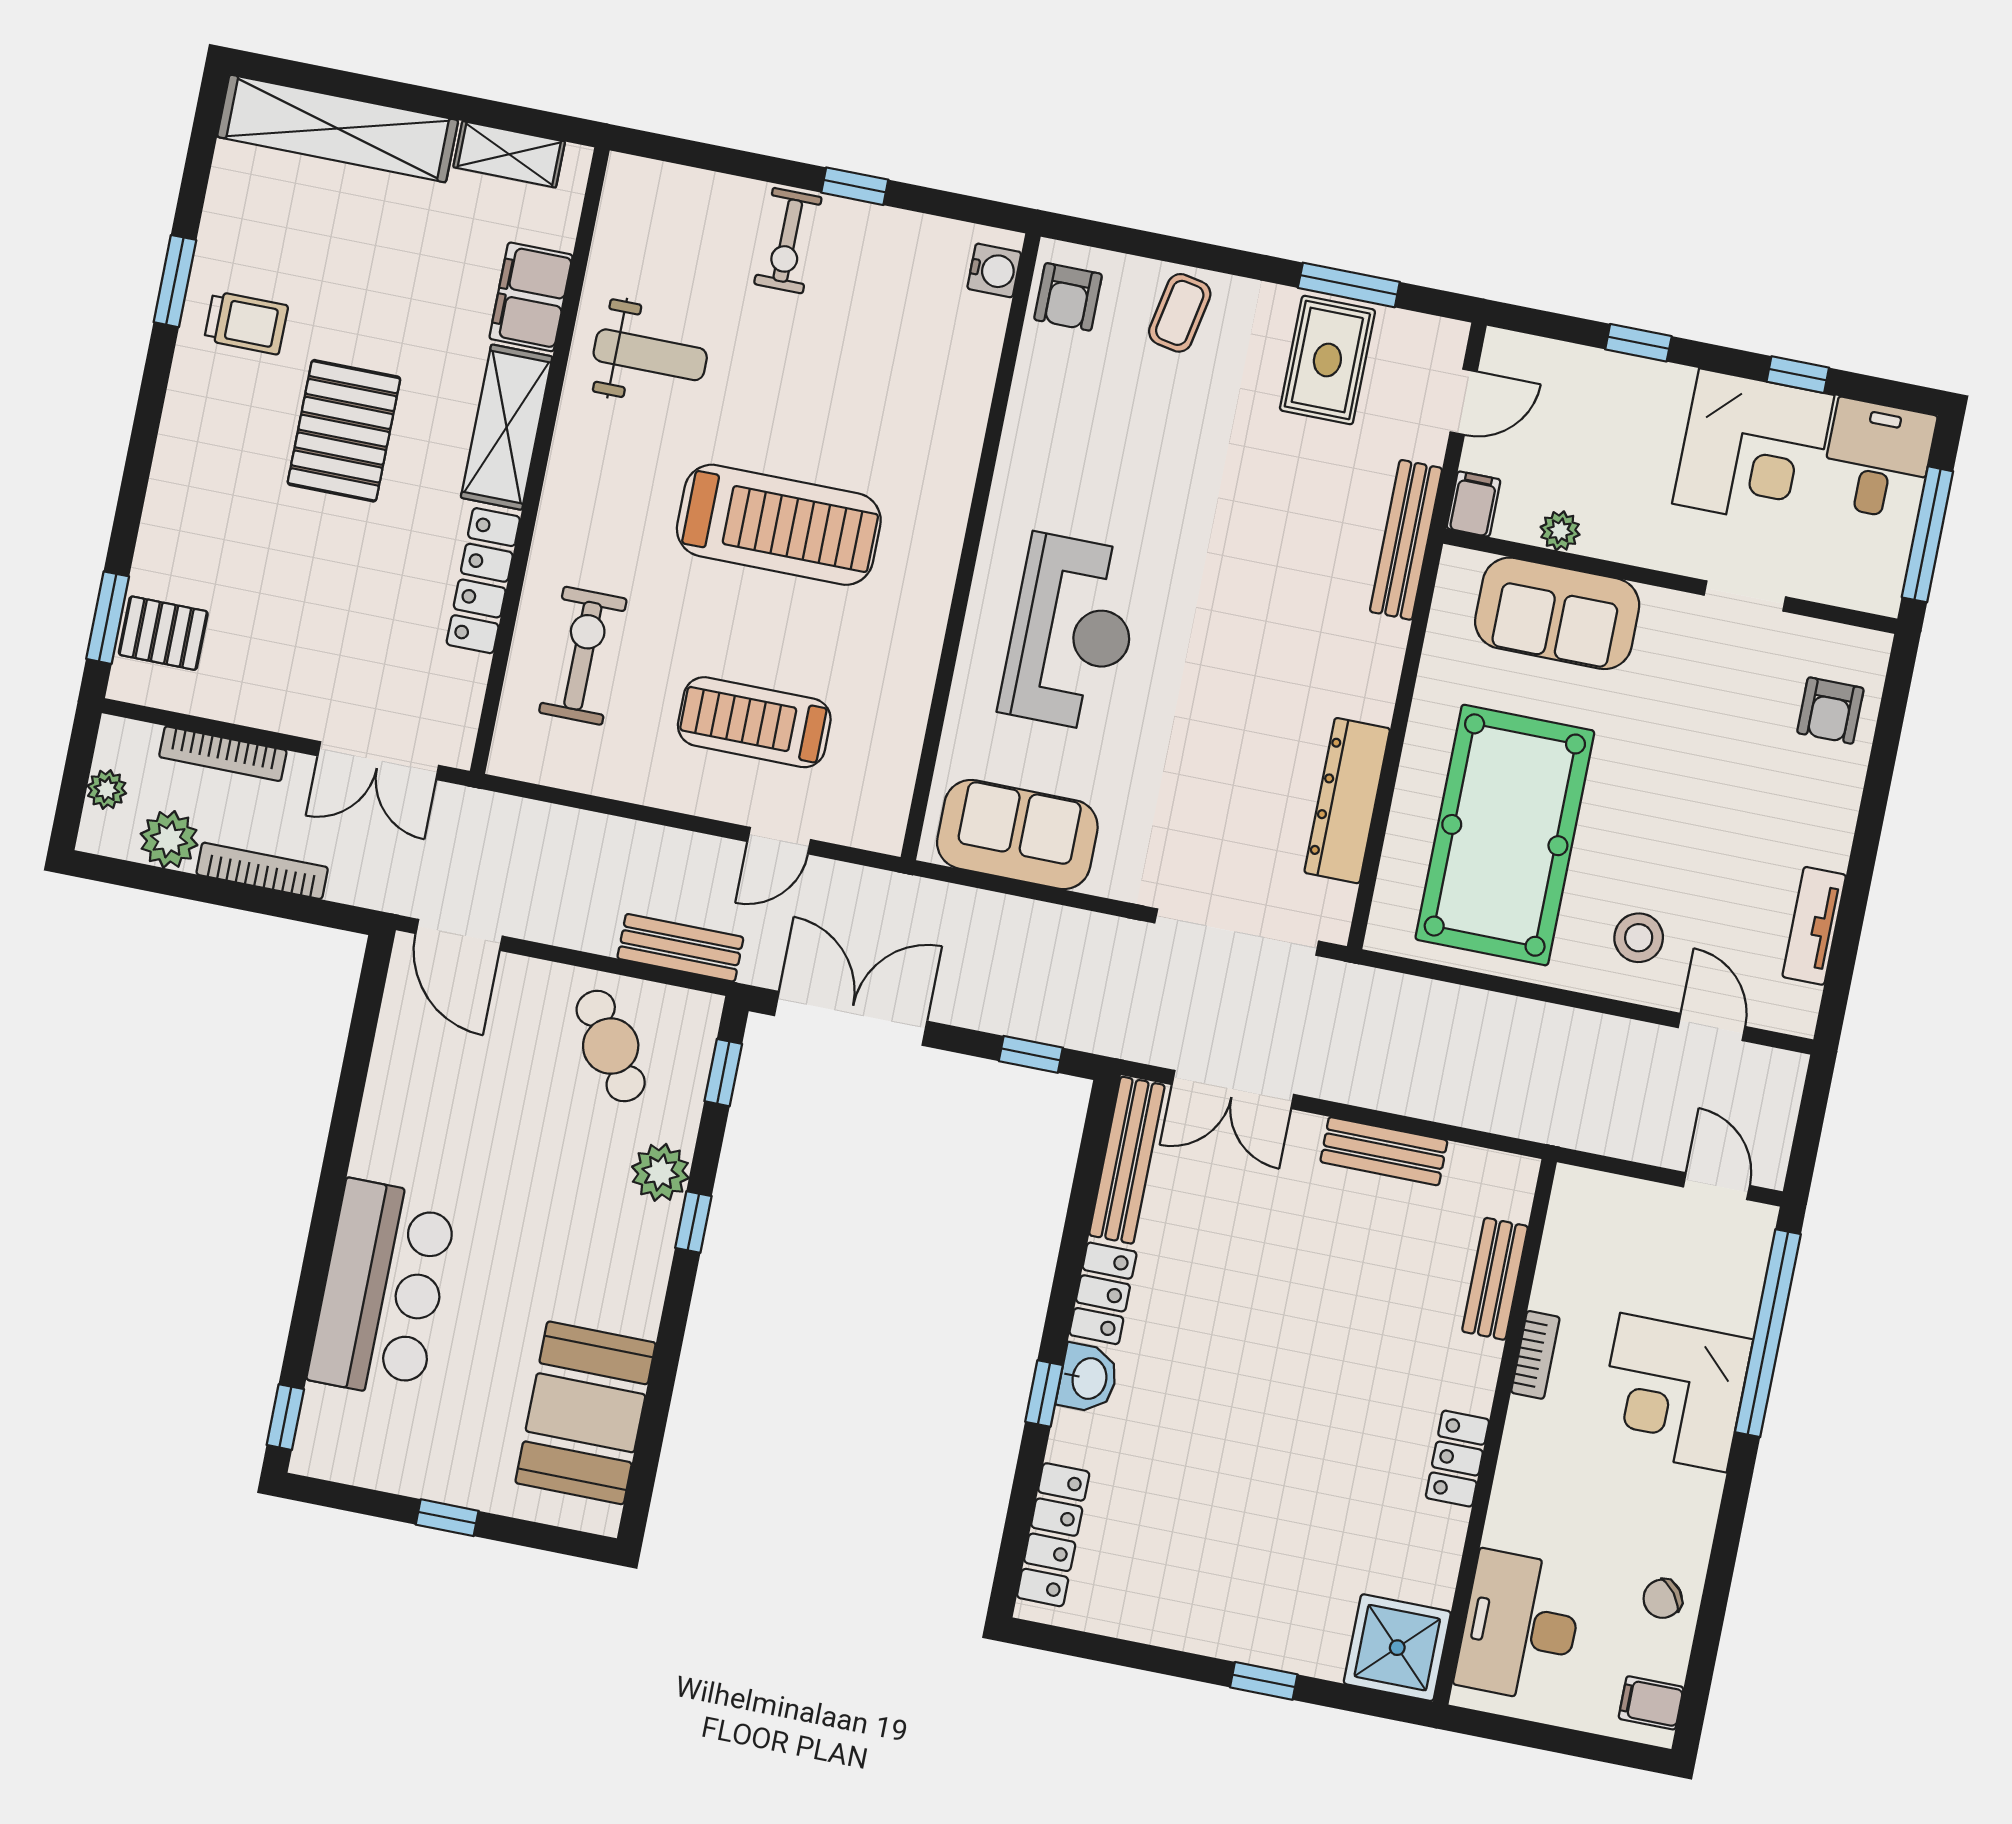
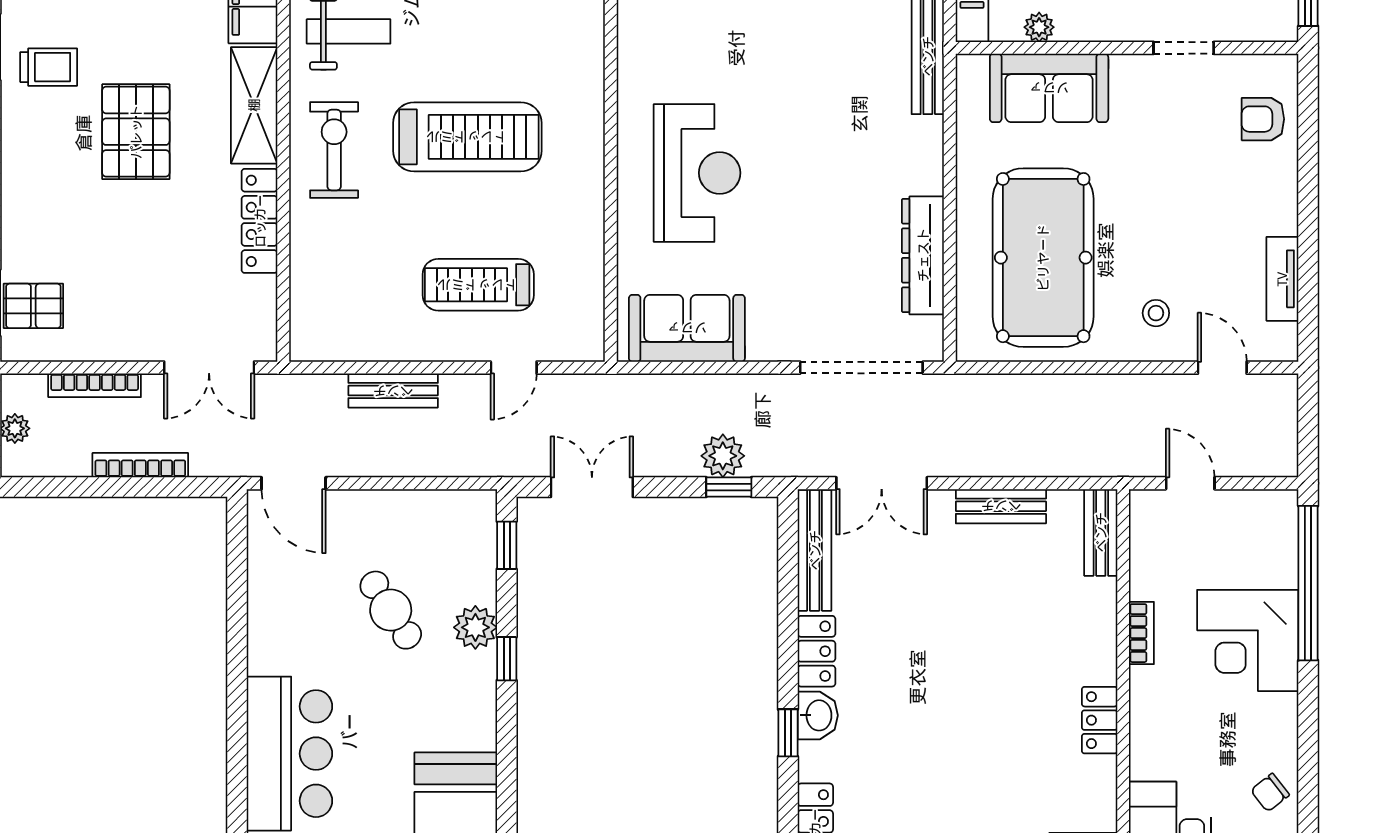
exercise bike: (583, 656) -> (334, 150), moved
armchair: (1830, 711) -> (1263, 119), turned 90
plant: (169, 839) -> (723, 456), moved
stool: (1639, 938) -> (1156, 313), width x0.73, depth x0.73
bench: (680, 948) -> (393, 391), moved
double door: (851, 1018) -> (592, 487), width x0.73
cafe table: (611, 1046) -> (391, 610), moved
door: (1716, 1186) -> (1190, 483), moved
bench: (1495, 1279) -> (1101, 532), moved

